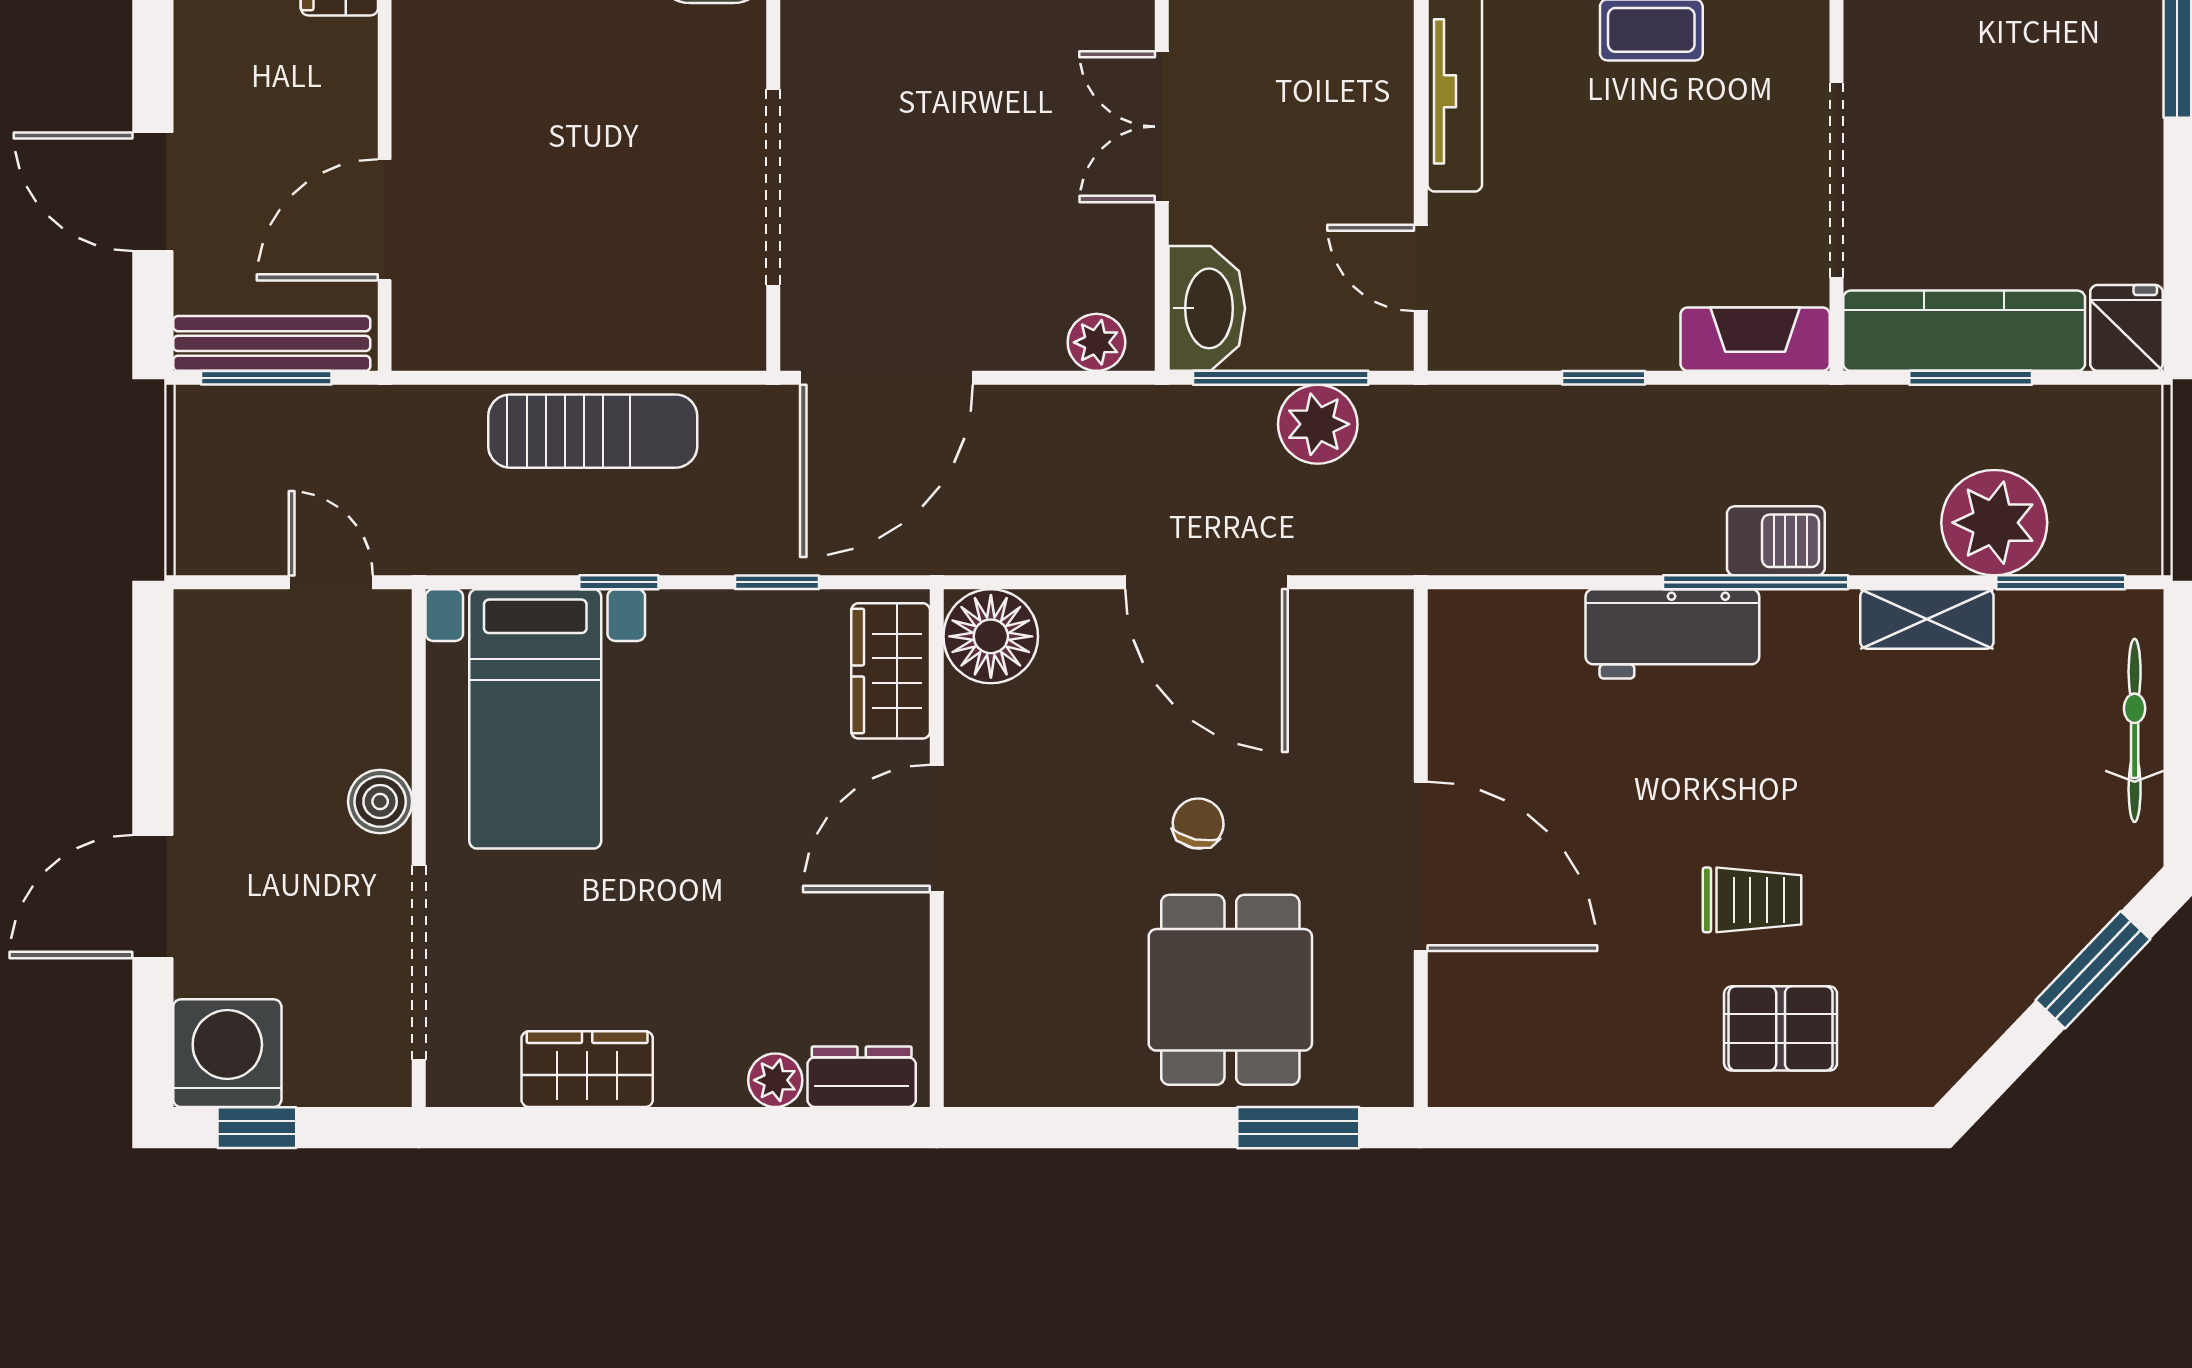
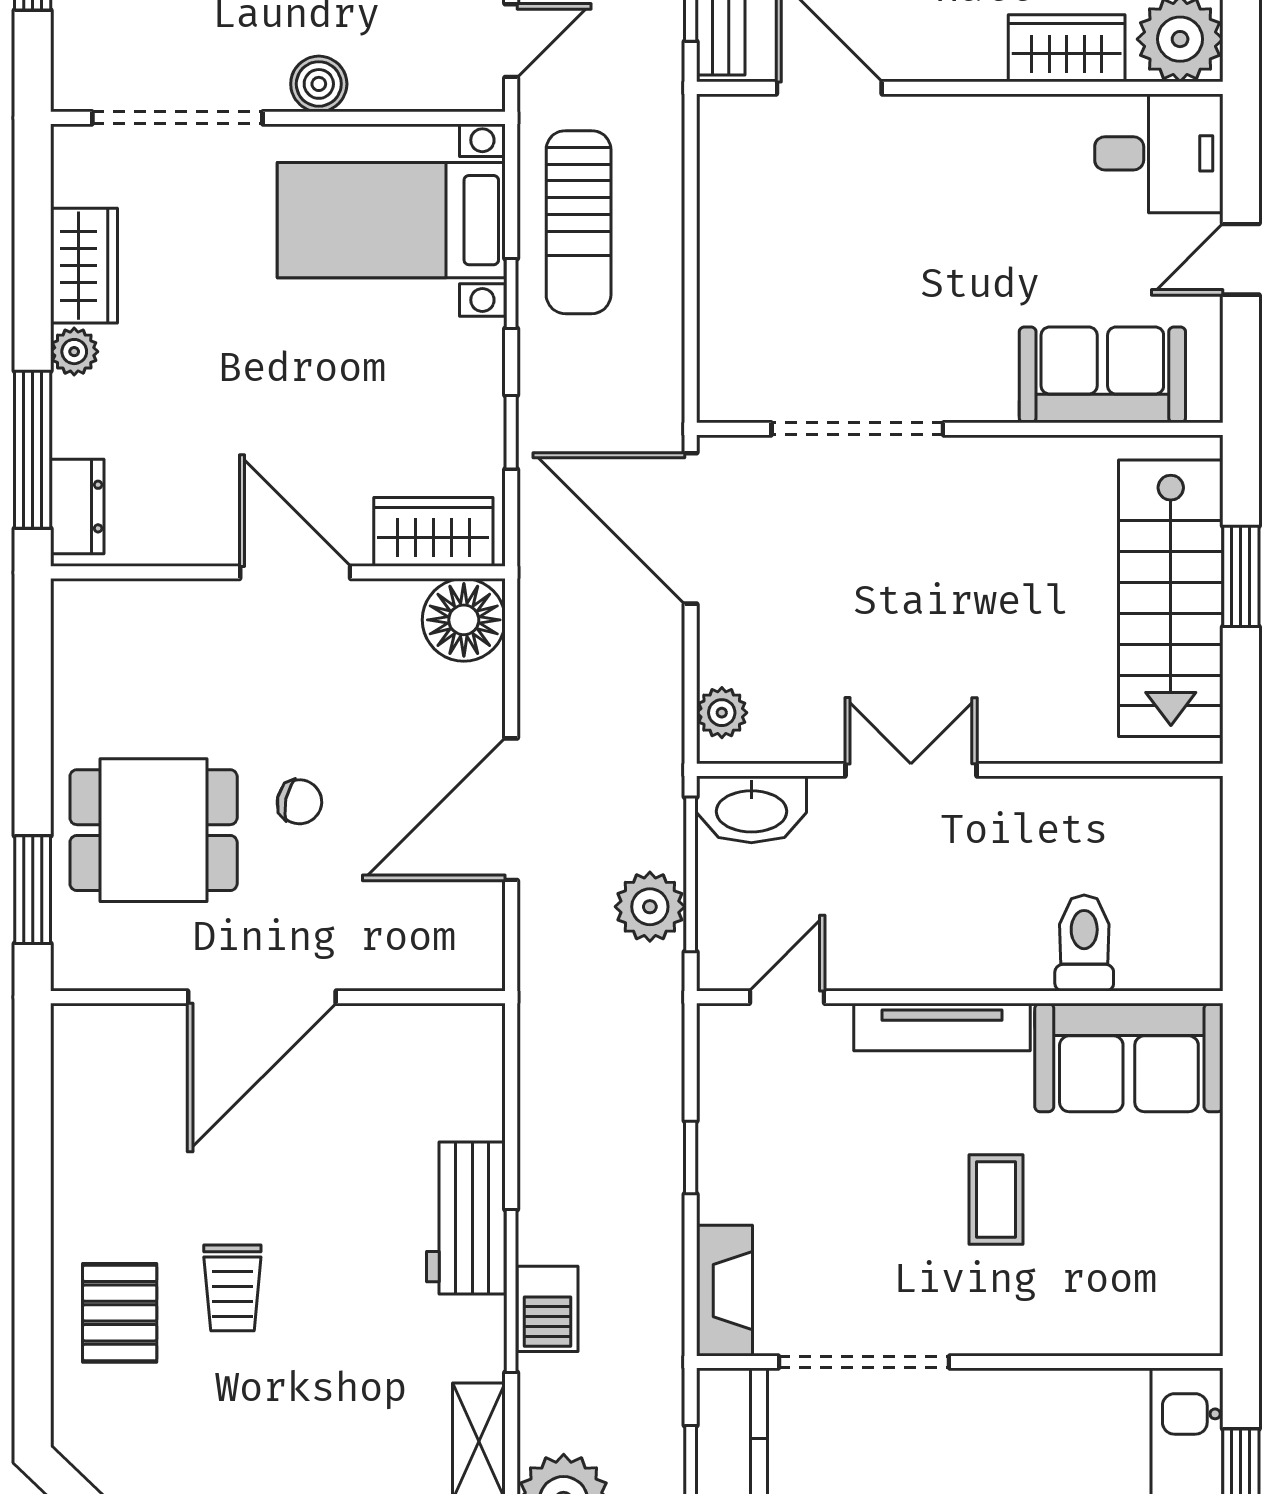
sun lounger: (593, 431) -> (579, 222), moved
plant: (775, 1080) -> (74, 352), moved
window: (797, 1128) -> (33, 450), added

